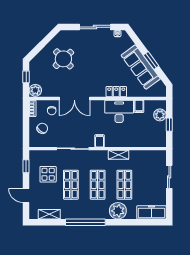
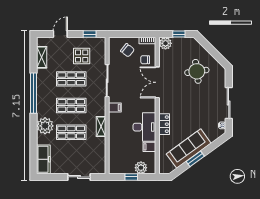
round table: (63, 59) -> (197, 71), turned 35

